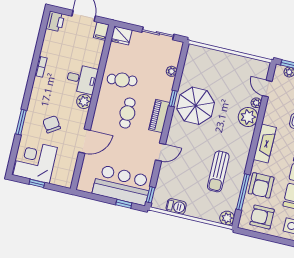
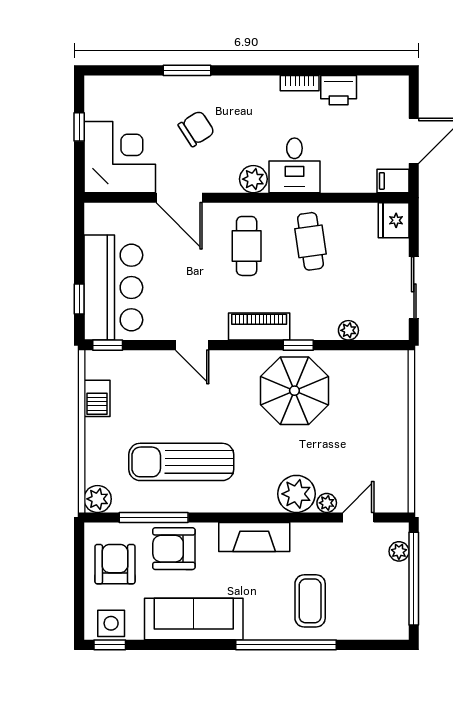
printer: (55, 21) -> (339, 90), moved
cafe table: (127, 113) -> (247, 246), moved, turned 90
corner desk: (35, 161) -> (120, 157), moved
sun lounger: (218, 171) -> (181, 462), width x1.36, depth x1.34

